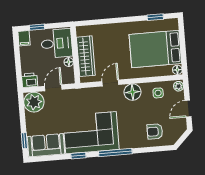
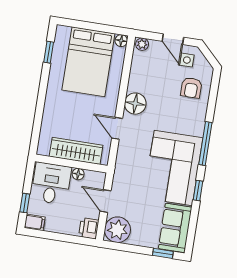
side table: (158, 93) -> (187, 60), moved

